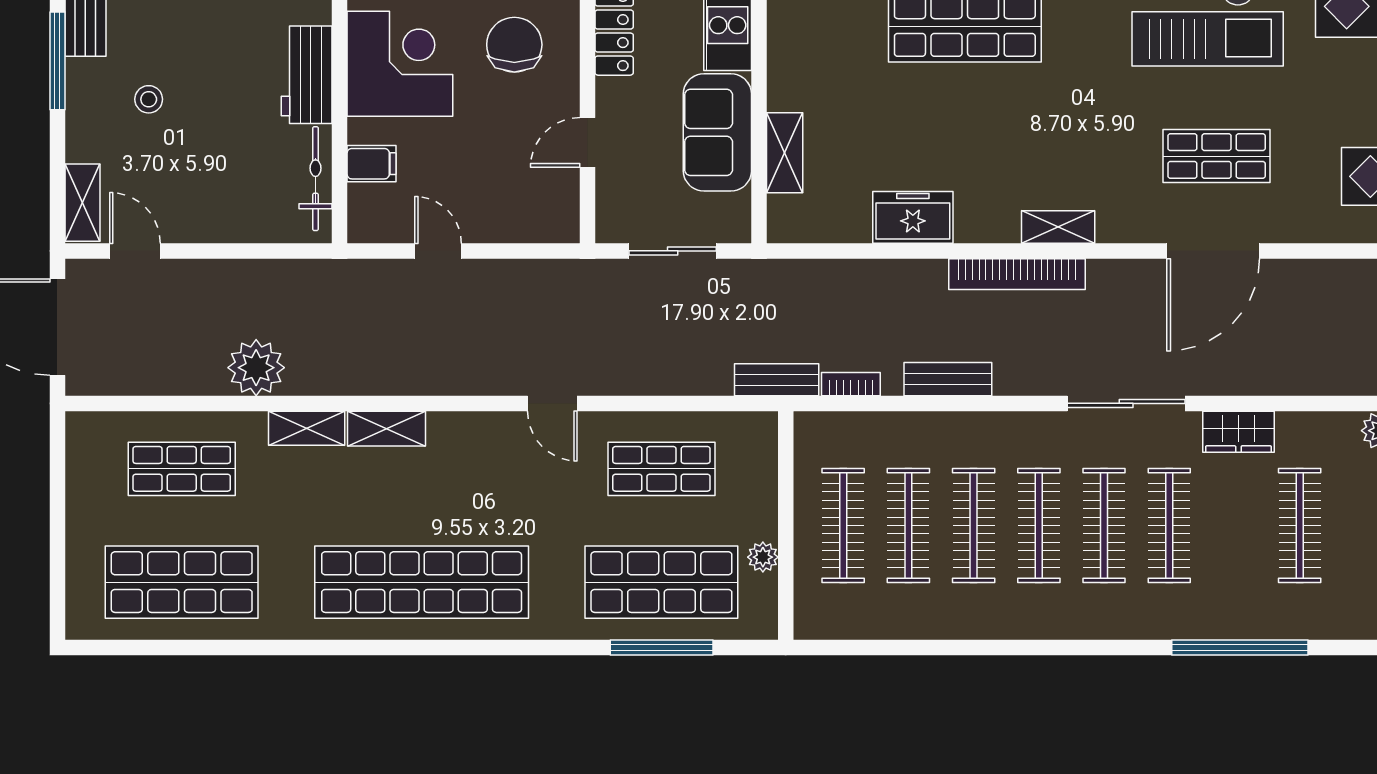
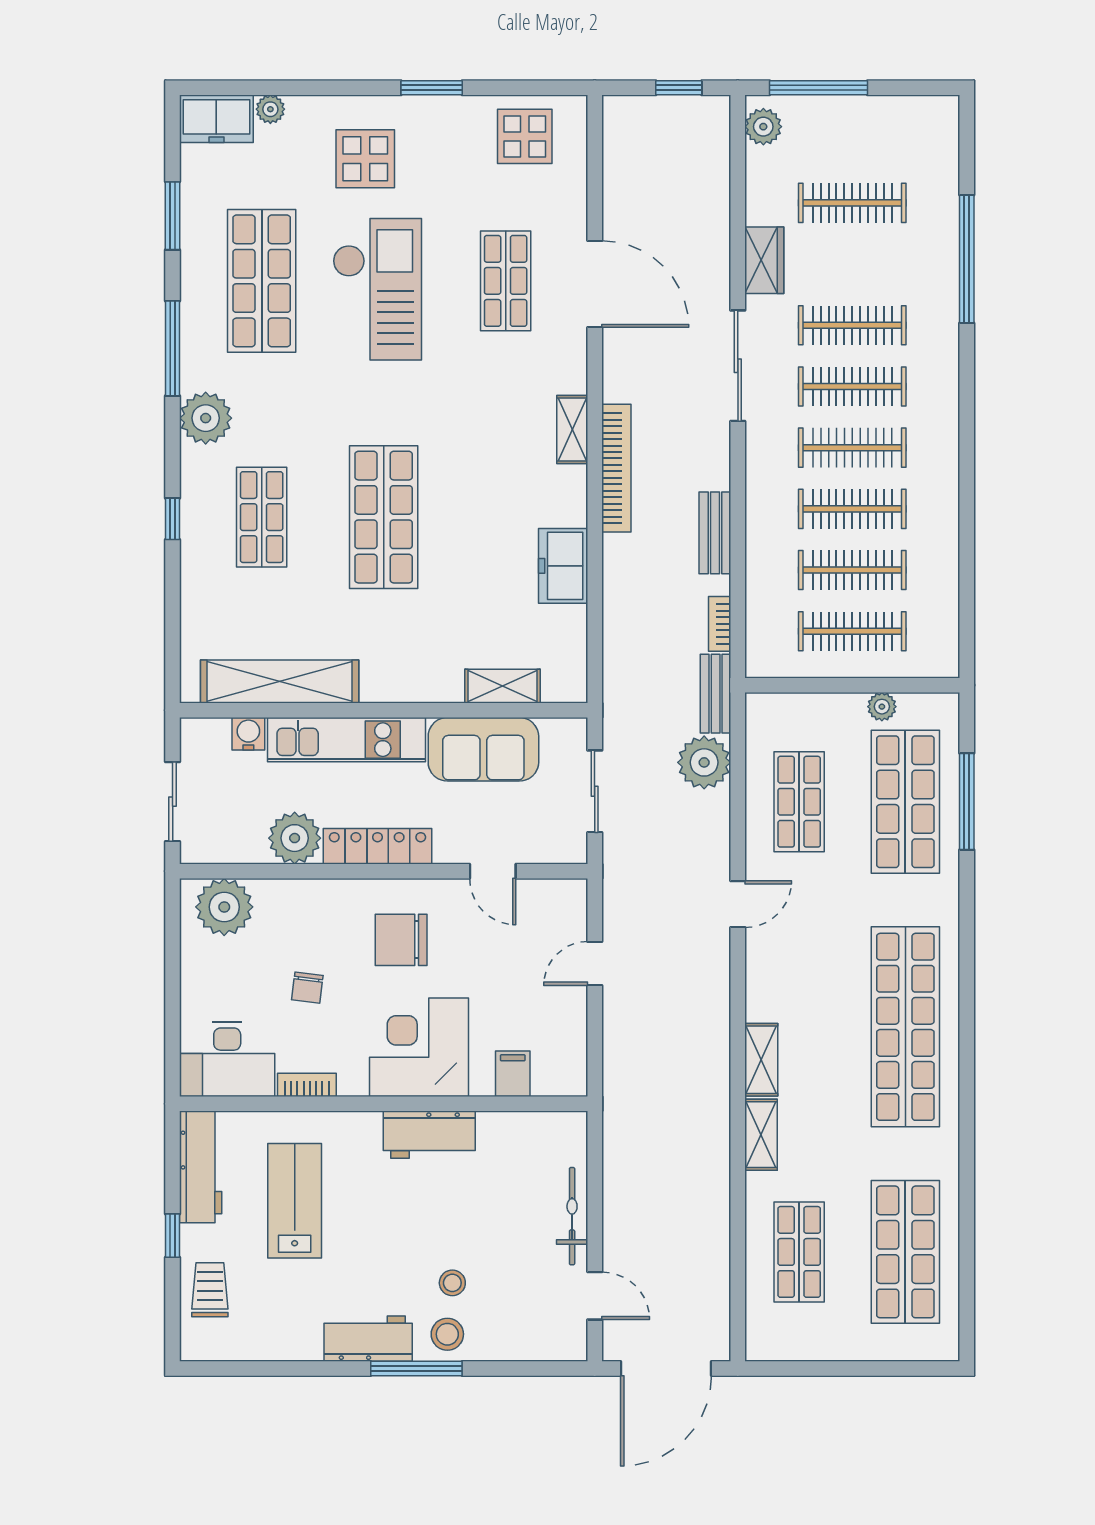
stool: (94, 94) -> (447, 1334), added
bicycle: (315, 179) -> (572, 1216), moved, turned 90
shelving: (83, 203) -> (549, 1345), removed
door: (135, 251) -> (595, 1296), swing flipped
door: (438, 251) -> (595, 964), moved
plant: (256, 368) -> (704, 762), moved

